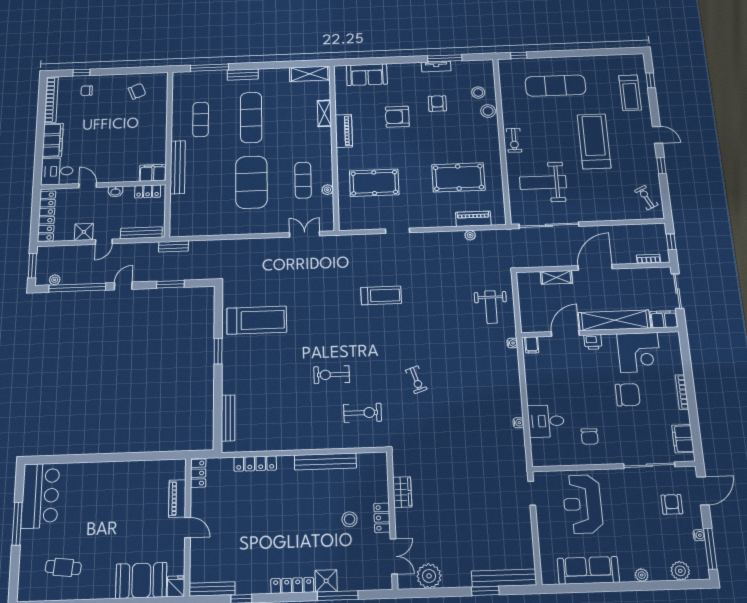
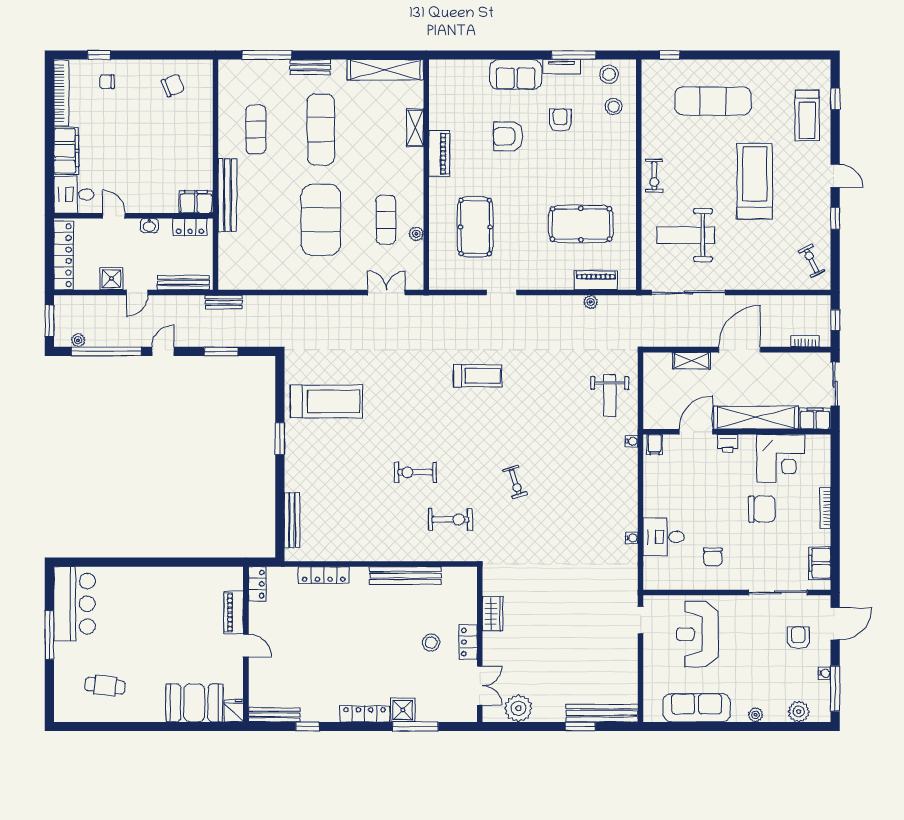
shelving: (310, 74) -> (385, 70), width x1.47
sofa: (367, 75) -> (516, 74), moved
stool: (488, 111) -> (609, 74), moved
pool table: (374, 183) -> (475, 227), turned 90

